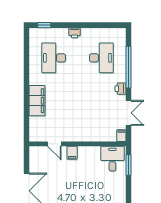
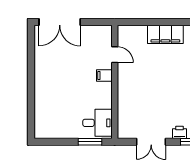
filing cabinet: (121, 136) -> (124, 133), removed
door: (54, 144) -> (115, 55), swing flipped

